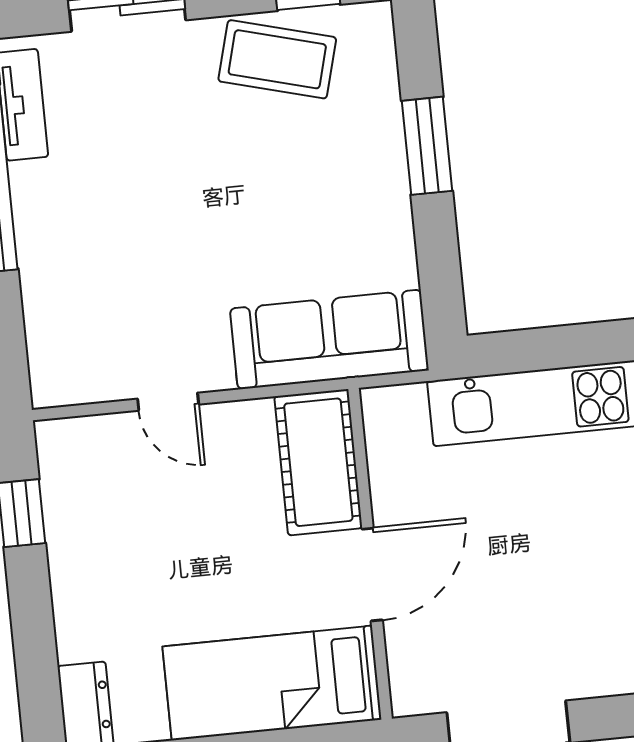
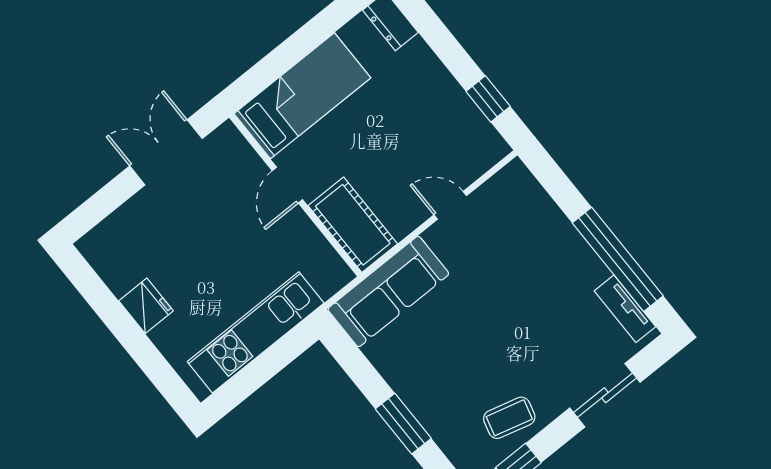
coffee table: (277, 59) -> (509, 418), width x0.73, depth x0.77
door: (372, 574) -> (287, 185), width x0.73

